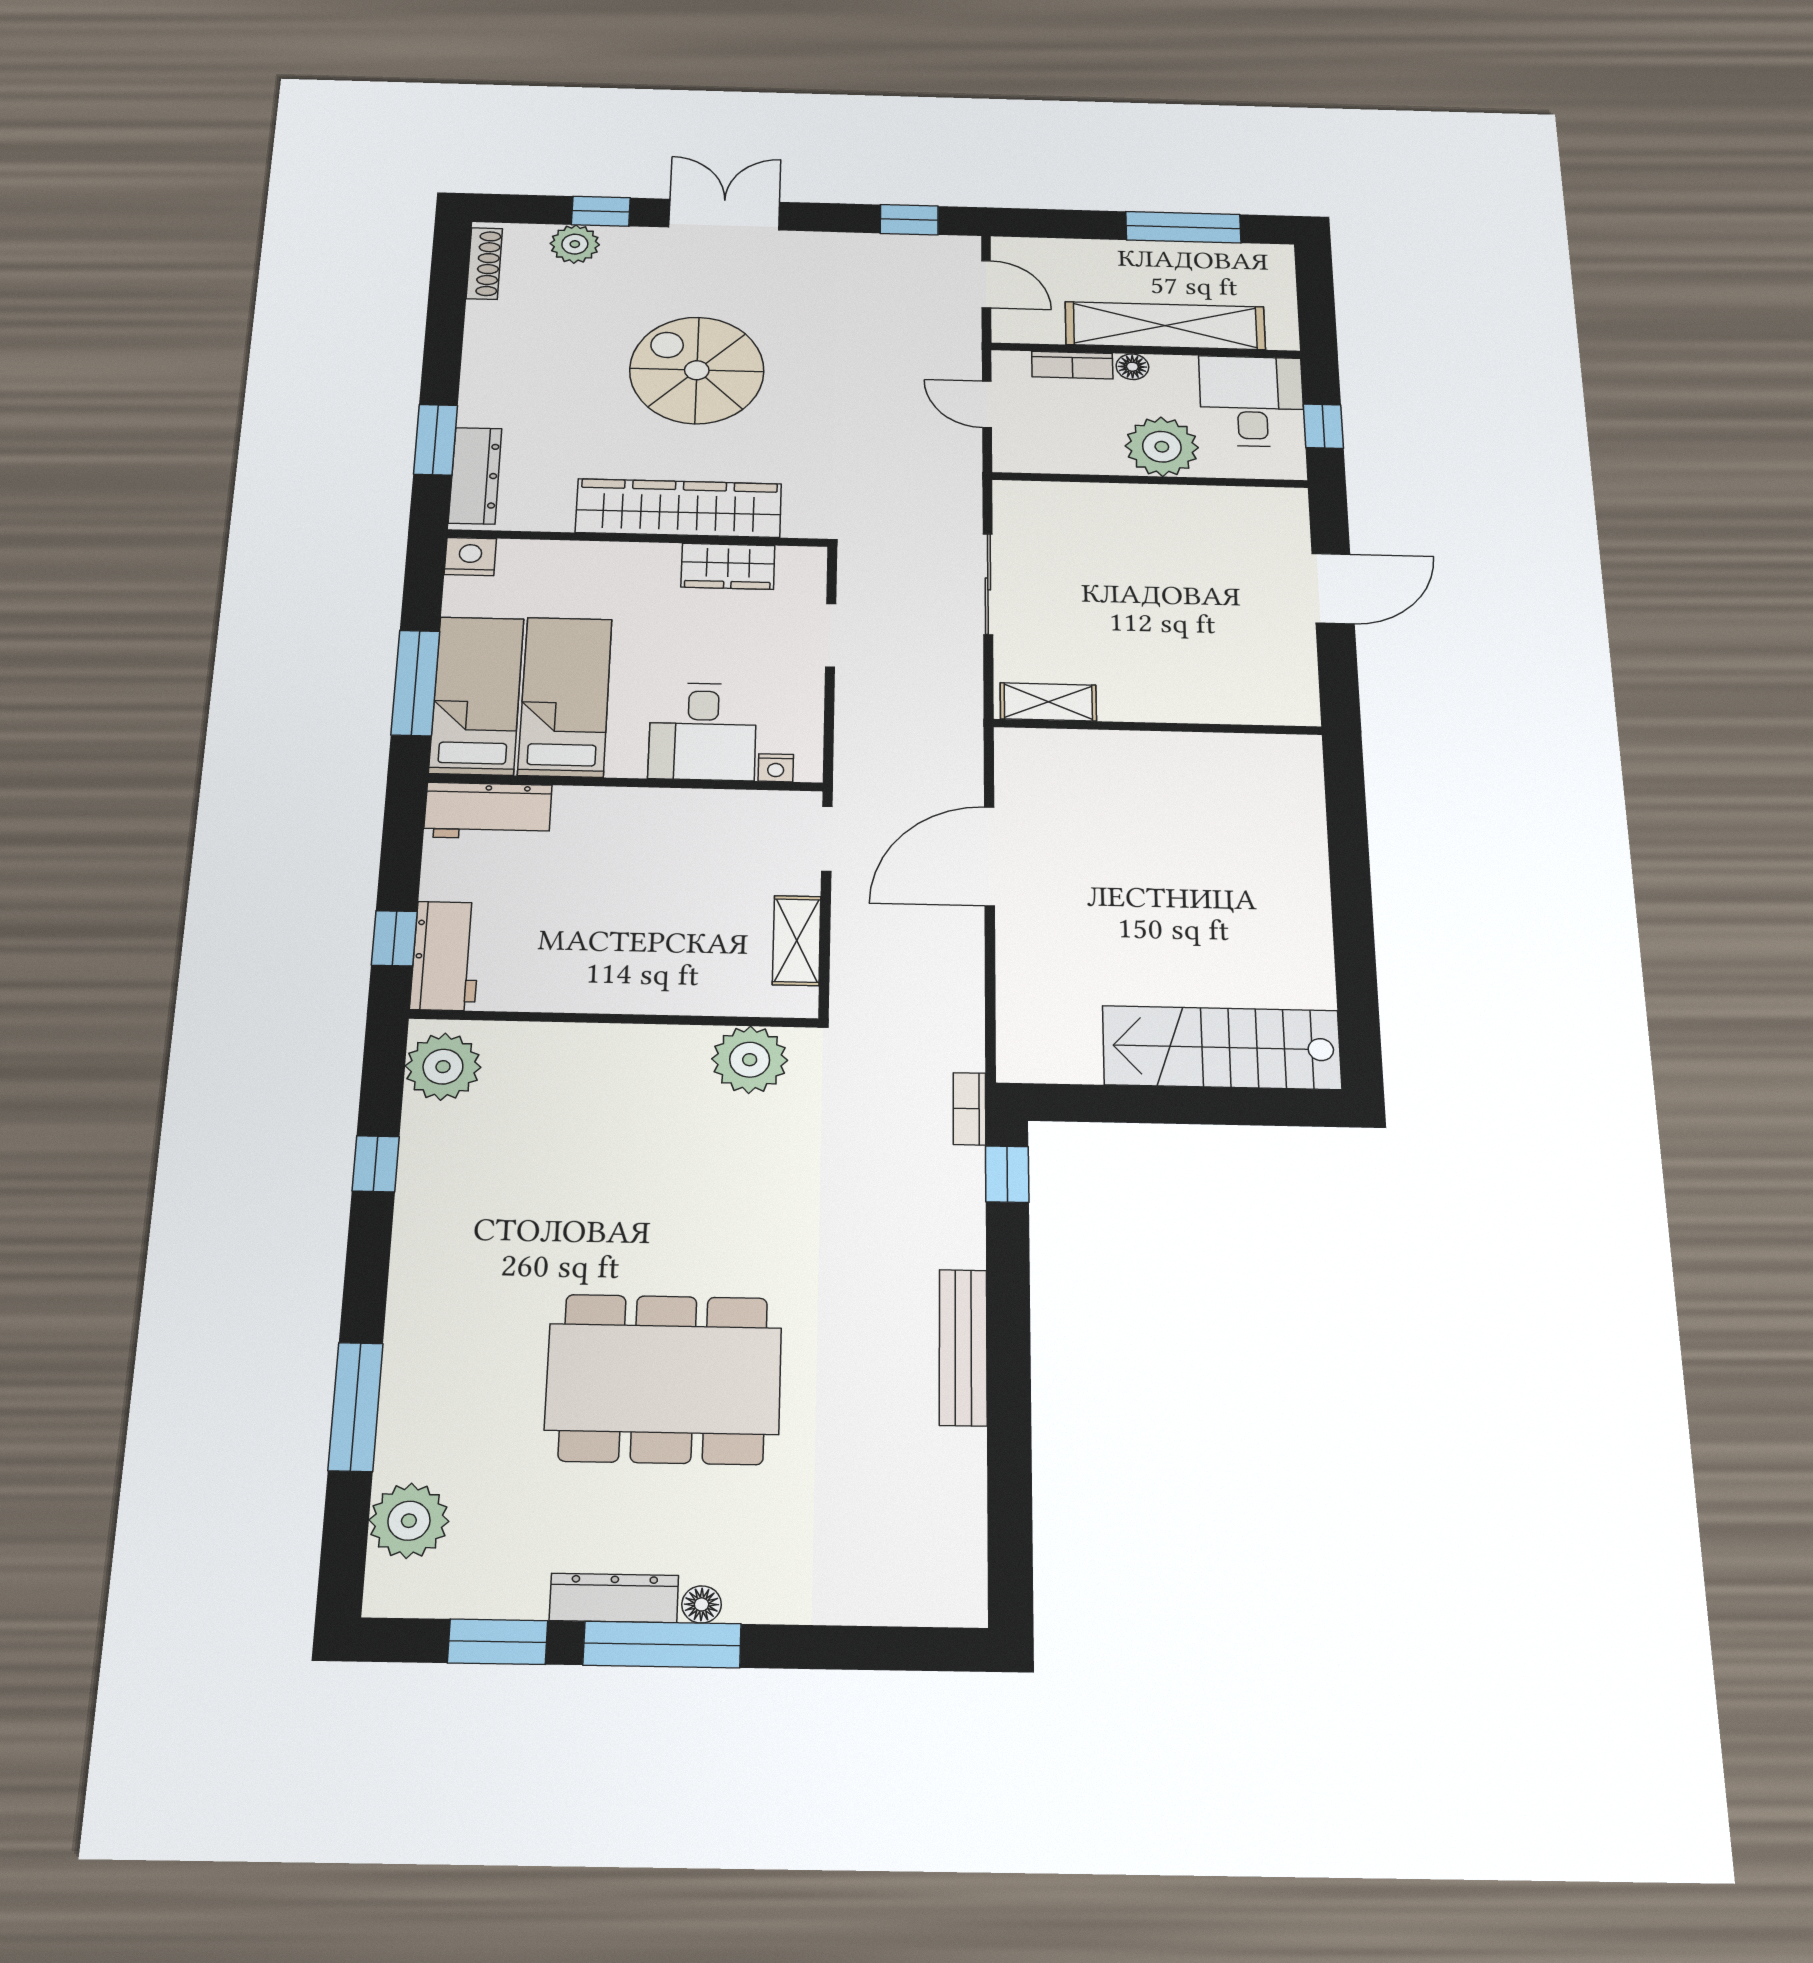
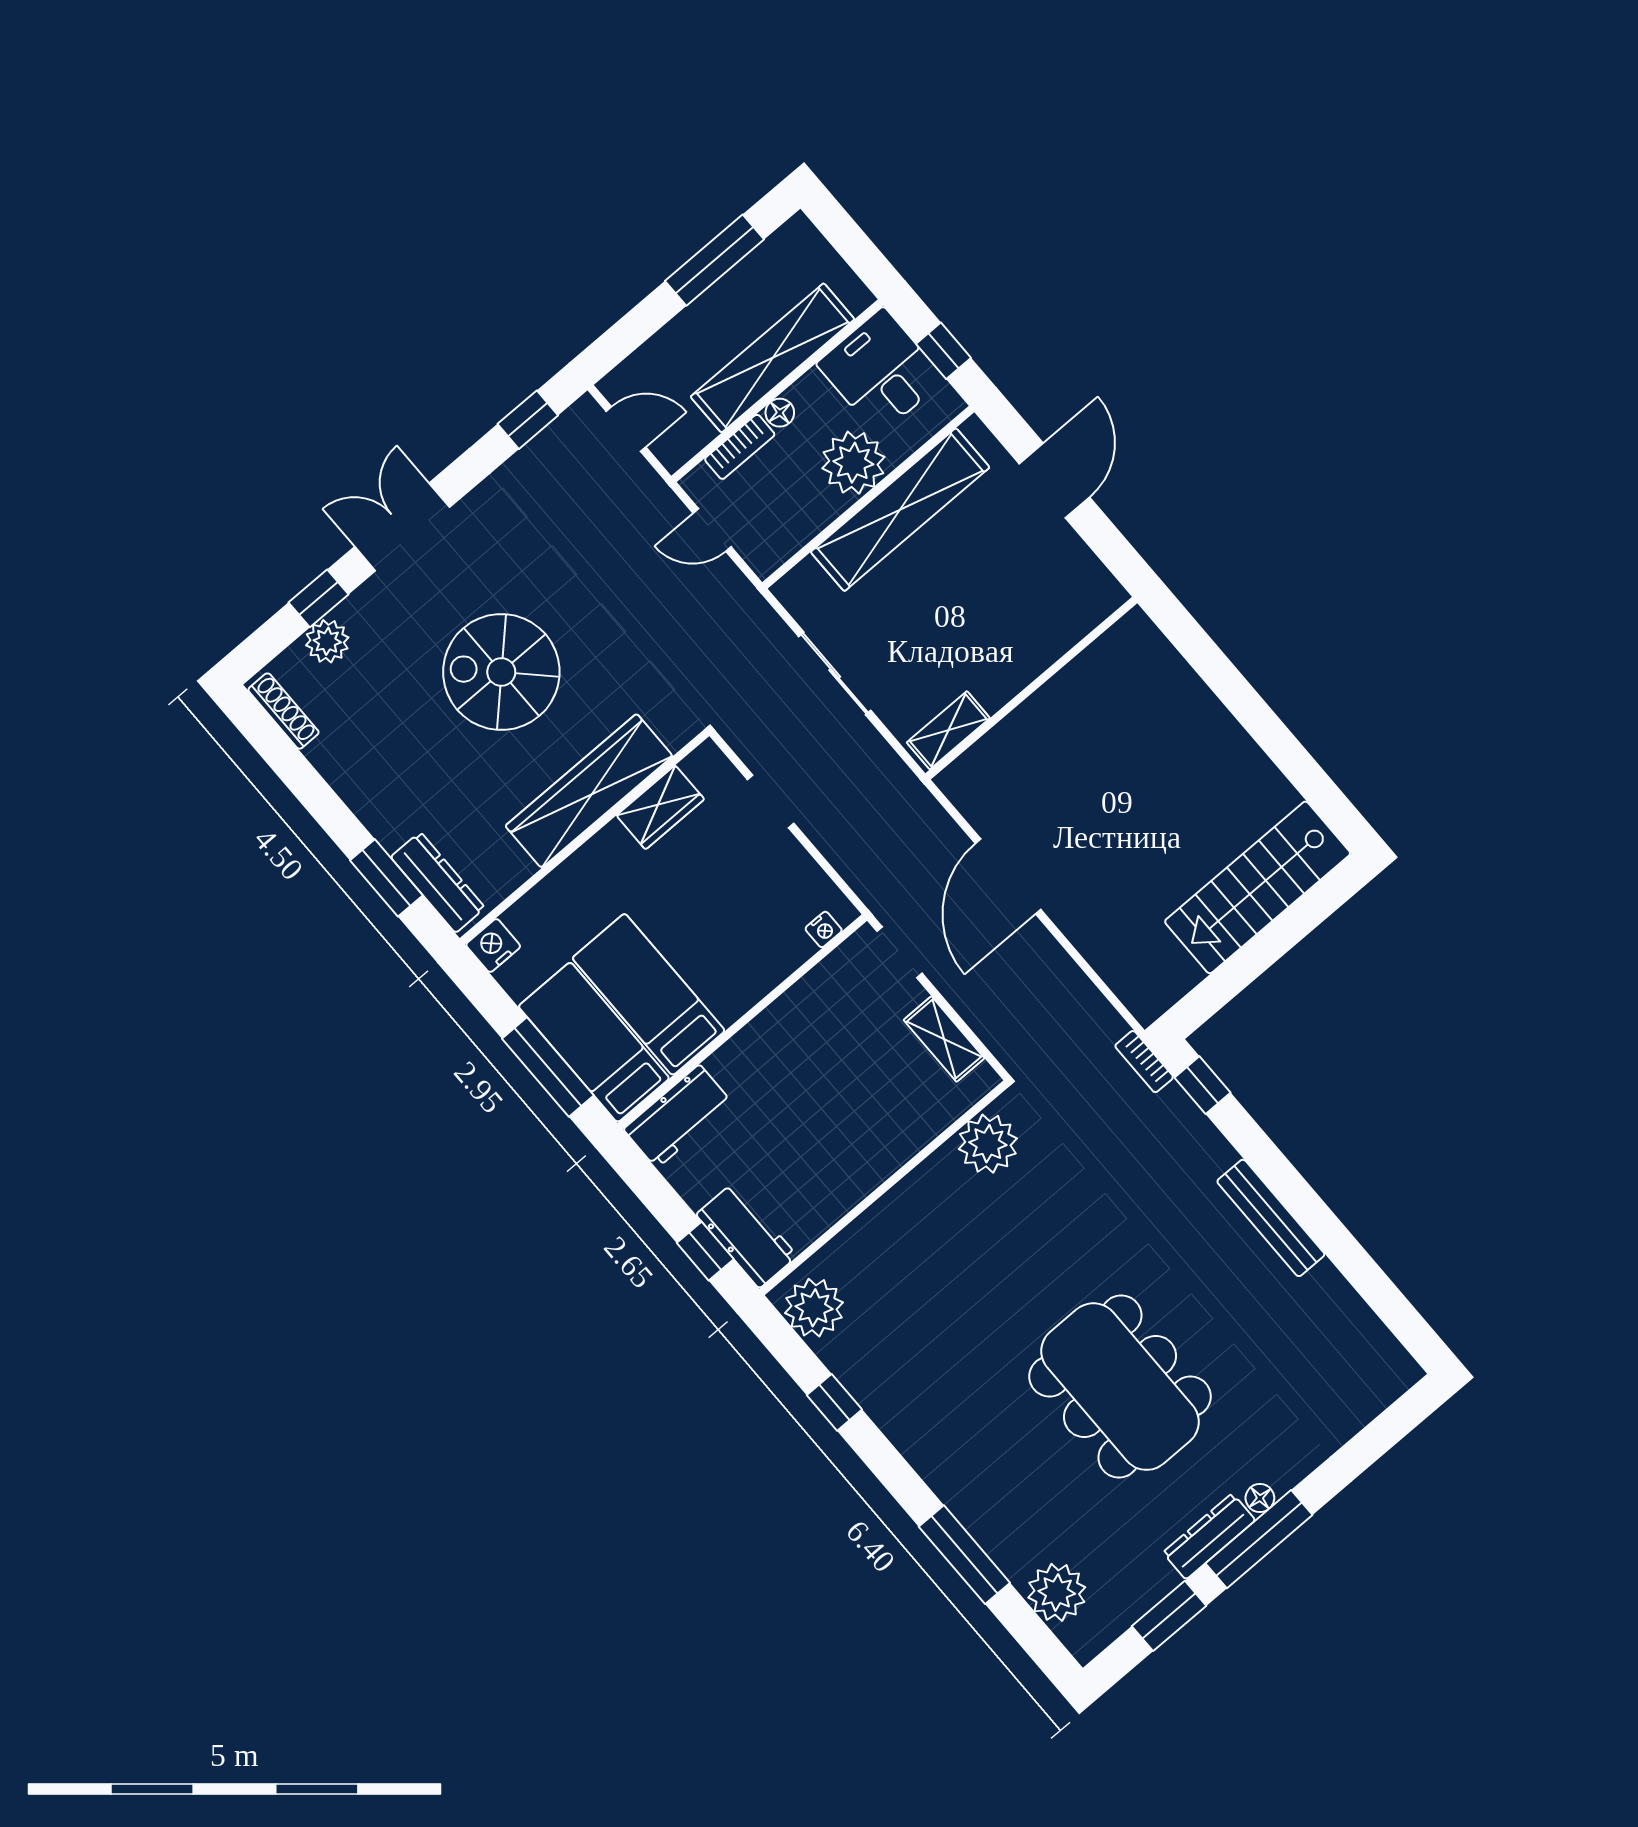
shelving: (1170, 509) -> (900, 510), added
desk: (703, 731) -> (756, 943), removed
dining table: (664, 1379) -> (1120, 1387), turned 90

